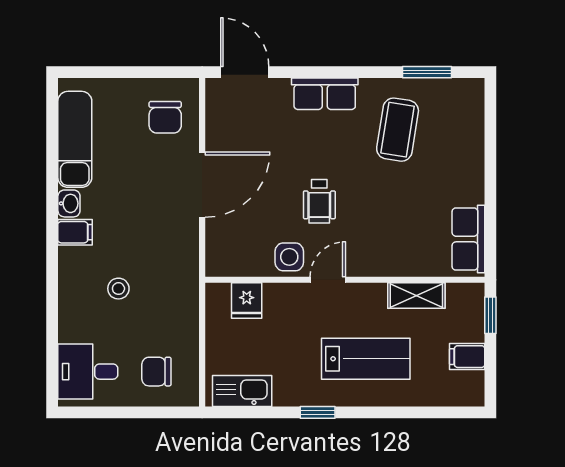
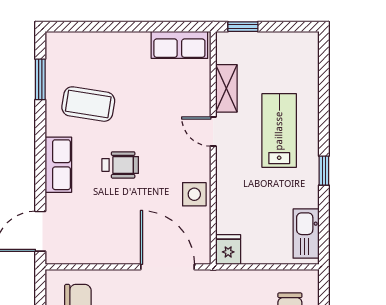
door: (202, 185) -> (168, 267), moved
wheelchair: (319, 201) -> (120, 165), moved
door: (328, 280) -> (213, 132), moved
fridge: (247, 300) -> (228, 250), moved, turned -90
filing cabinet: (467, 357) -> (277, 46), removed

